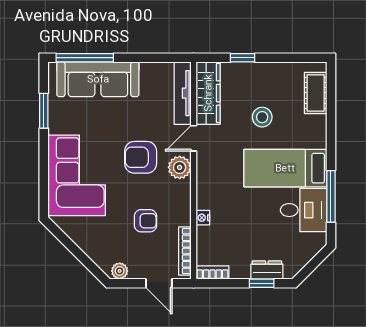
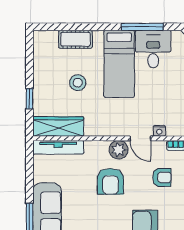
cot: (316, 93) -> (75, 39), moved
door: (194, 138) -> (140, 138), moved
armchair: (146, 221) -> (162, 177), turned 90

